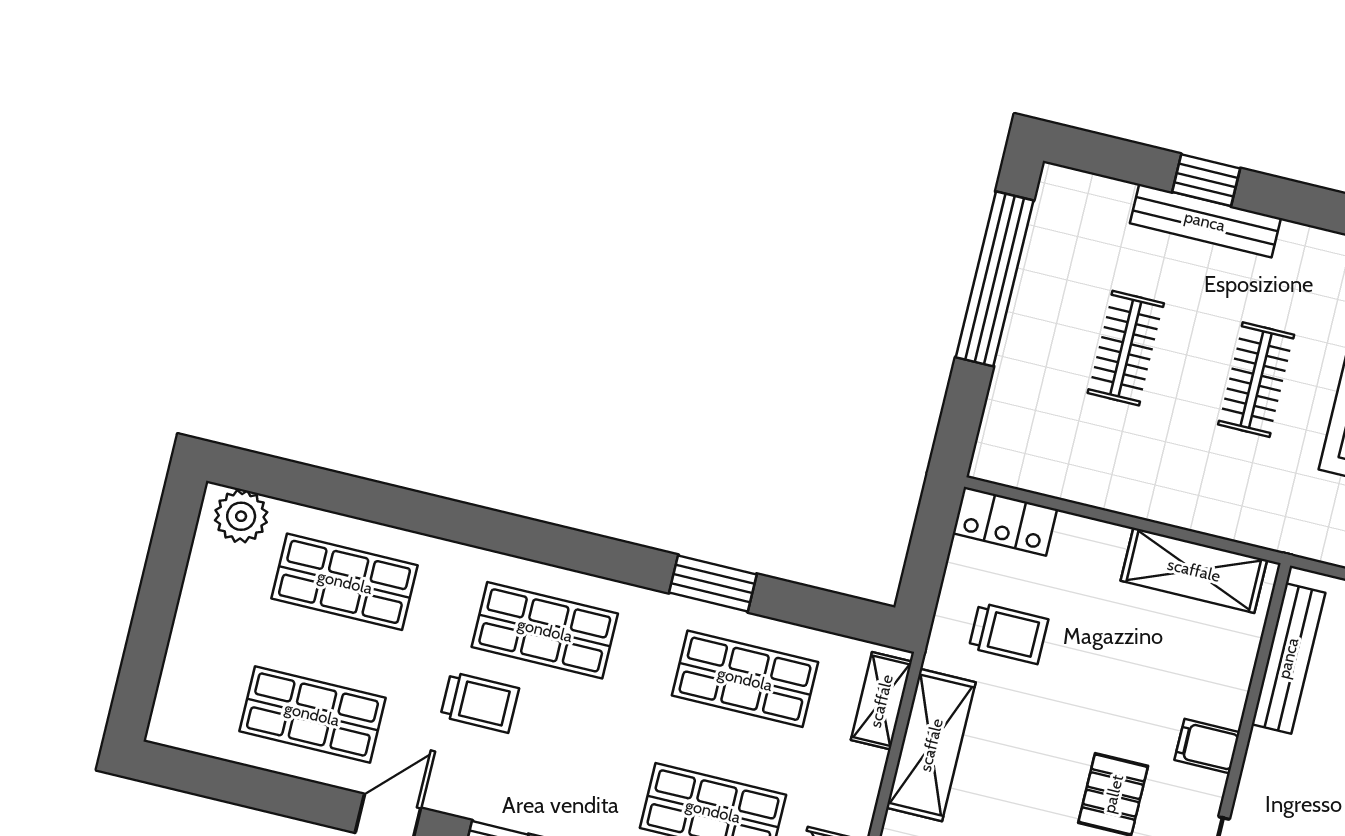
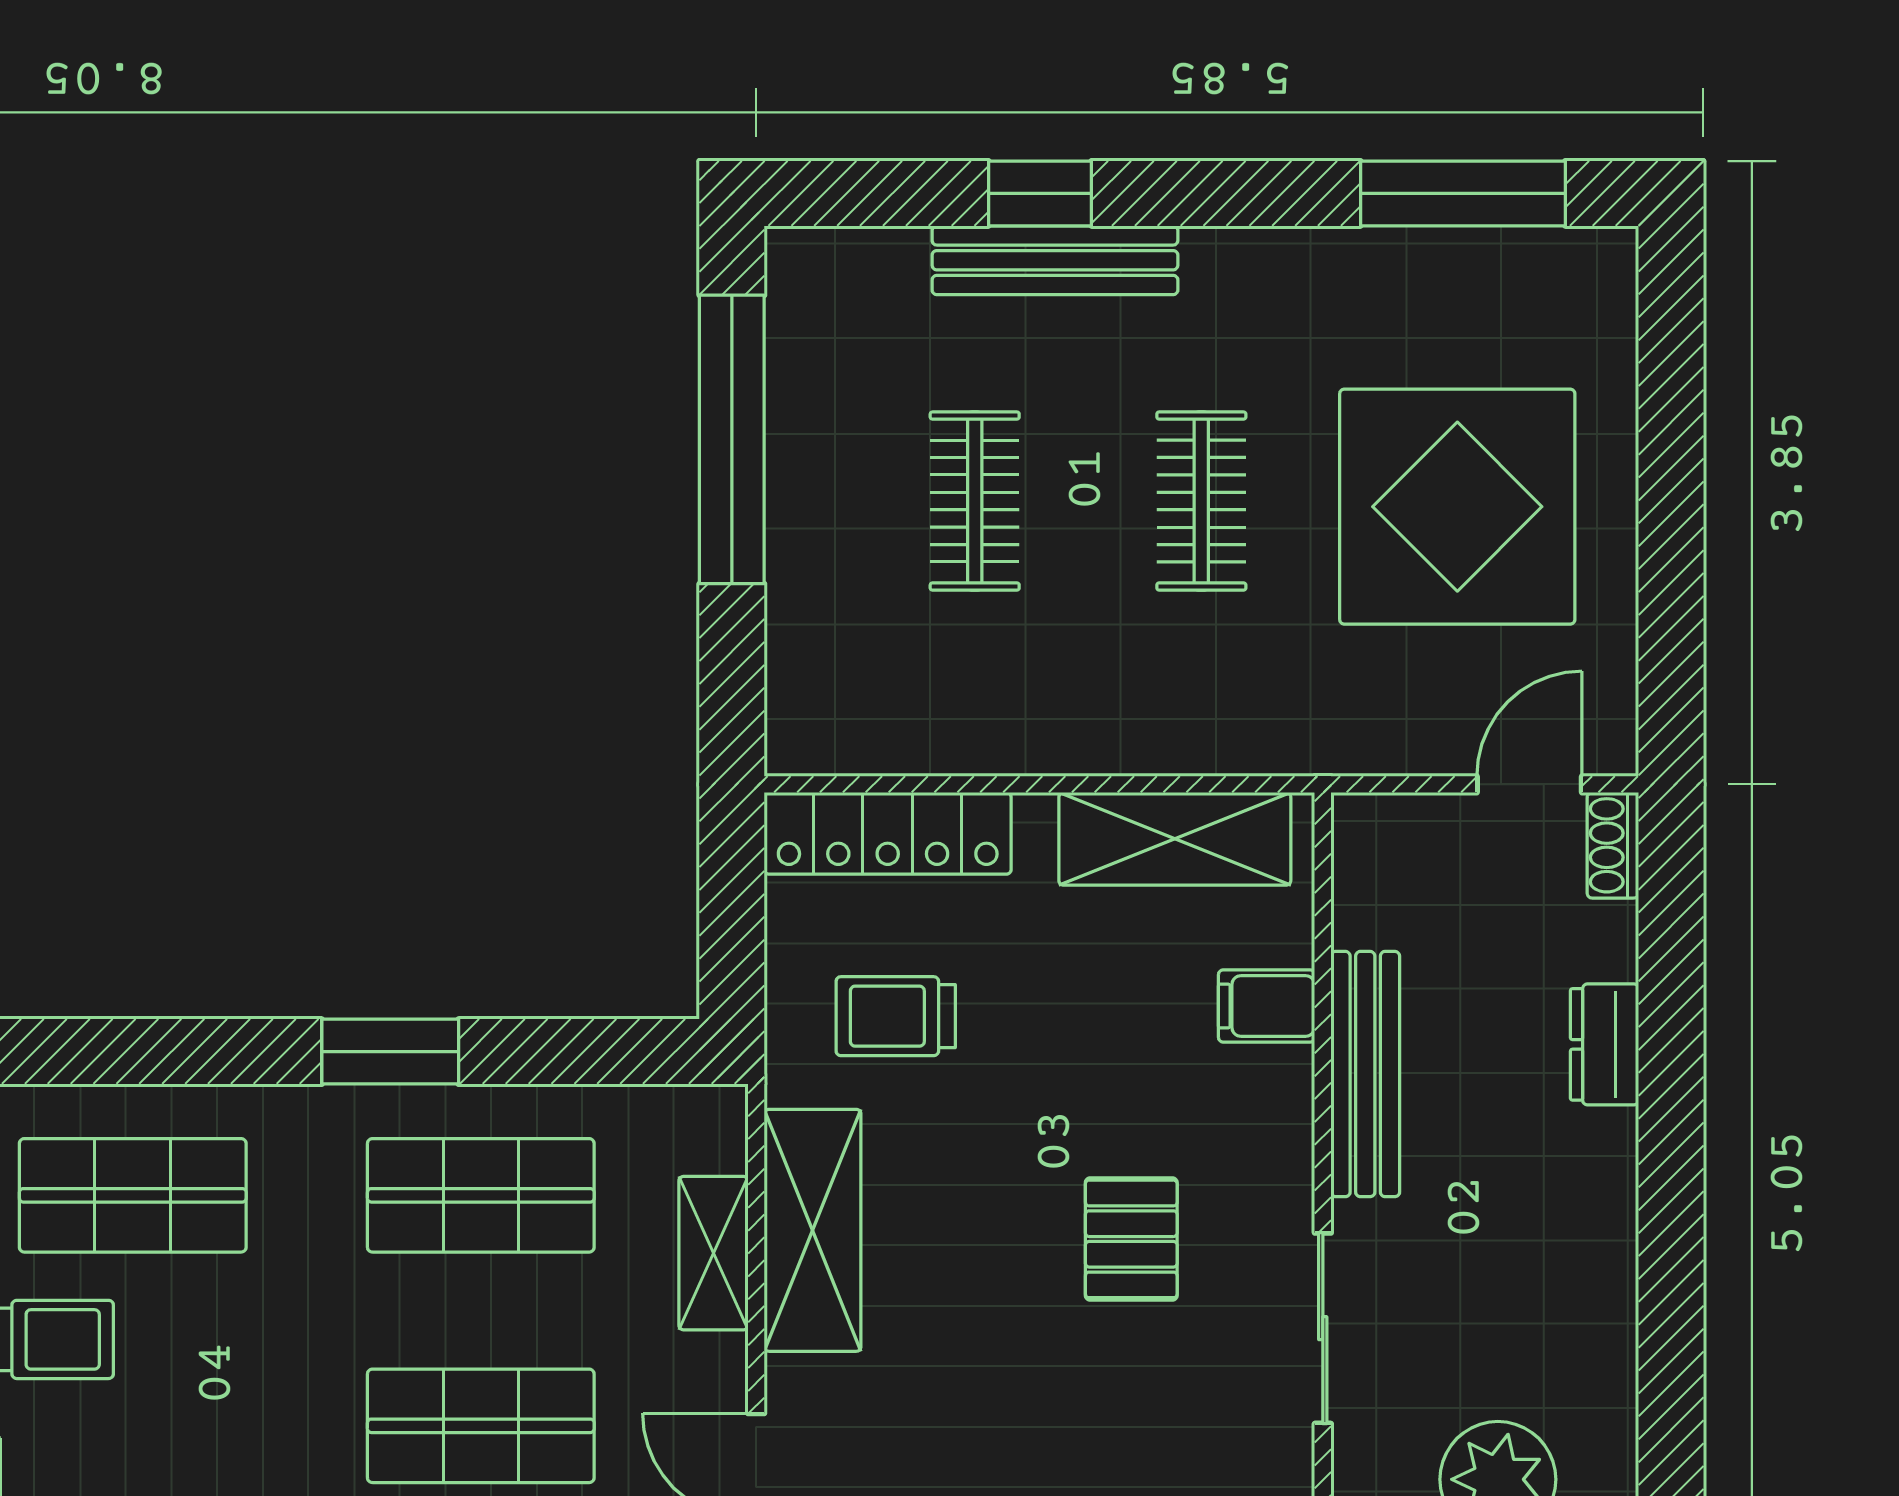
locker: (1005, 521) -> (888, 833), width x1.53
trolley: (1009, 633) -> (896, 1016), turned 180
bench: (1288, 658) -> (1365, 1074), moved
shelving: (881, 701) -> (713, 1253), moved
filing cabinet: (1207, 746) -> (1267, 1006), moved

